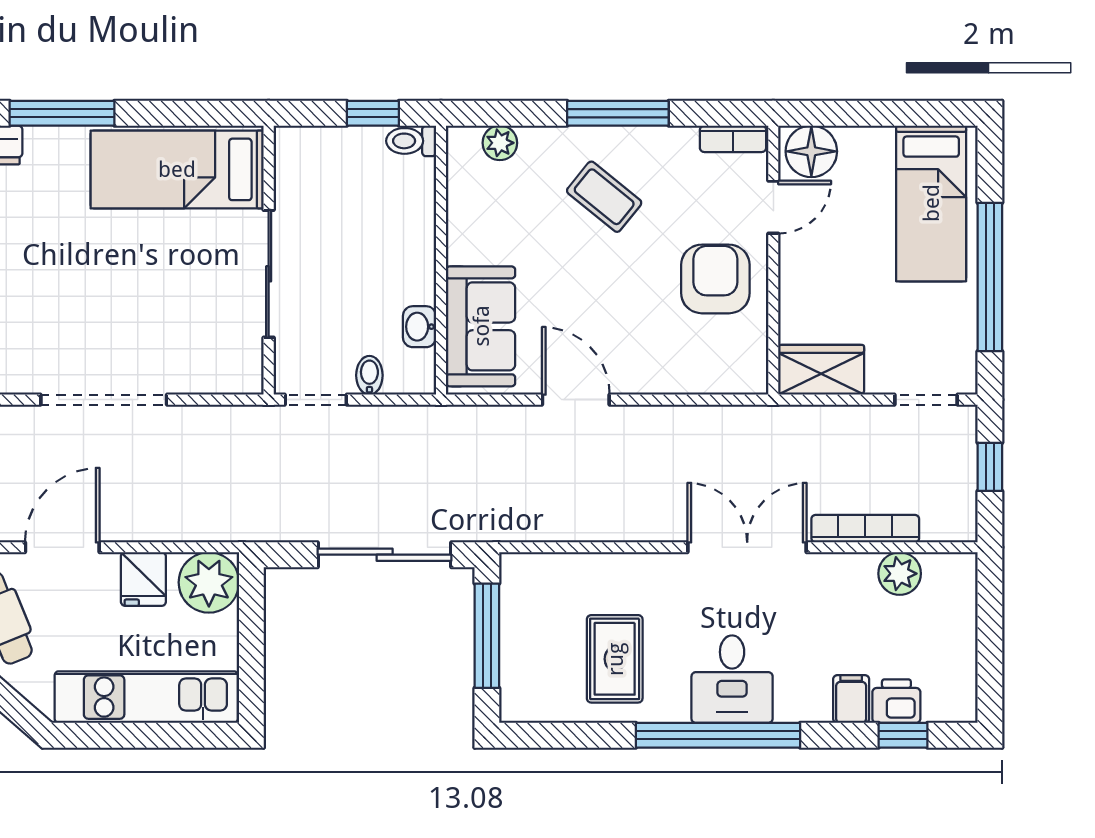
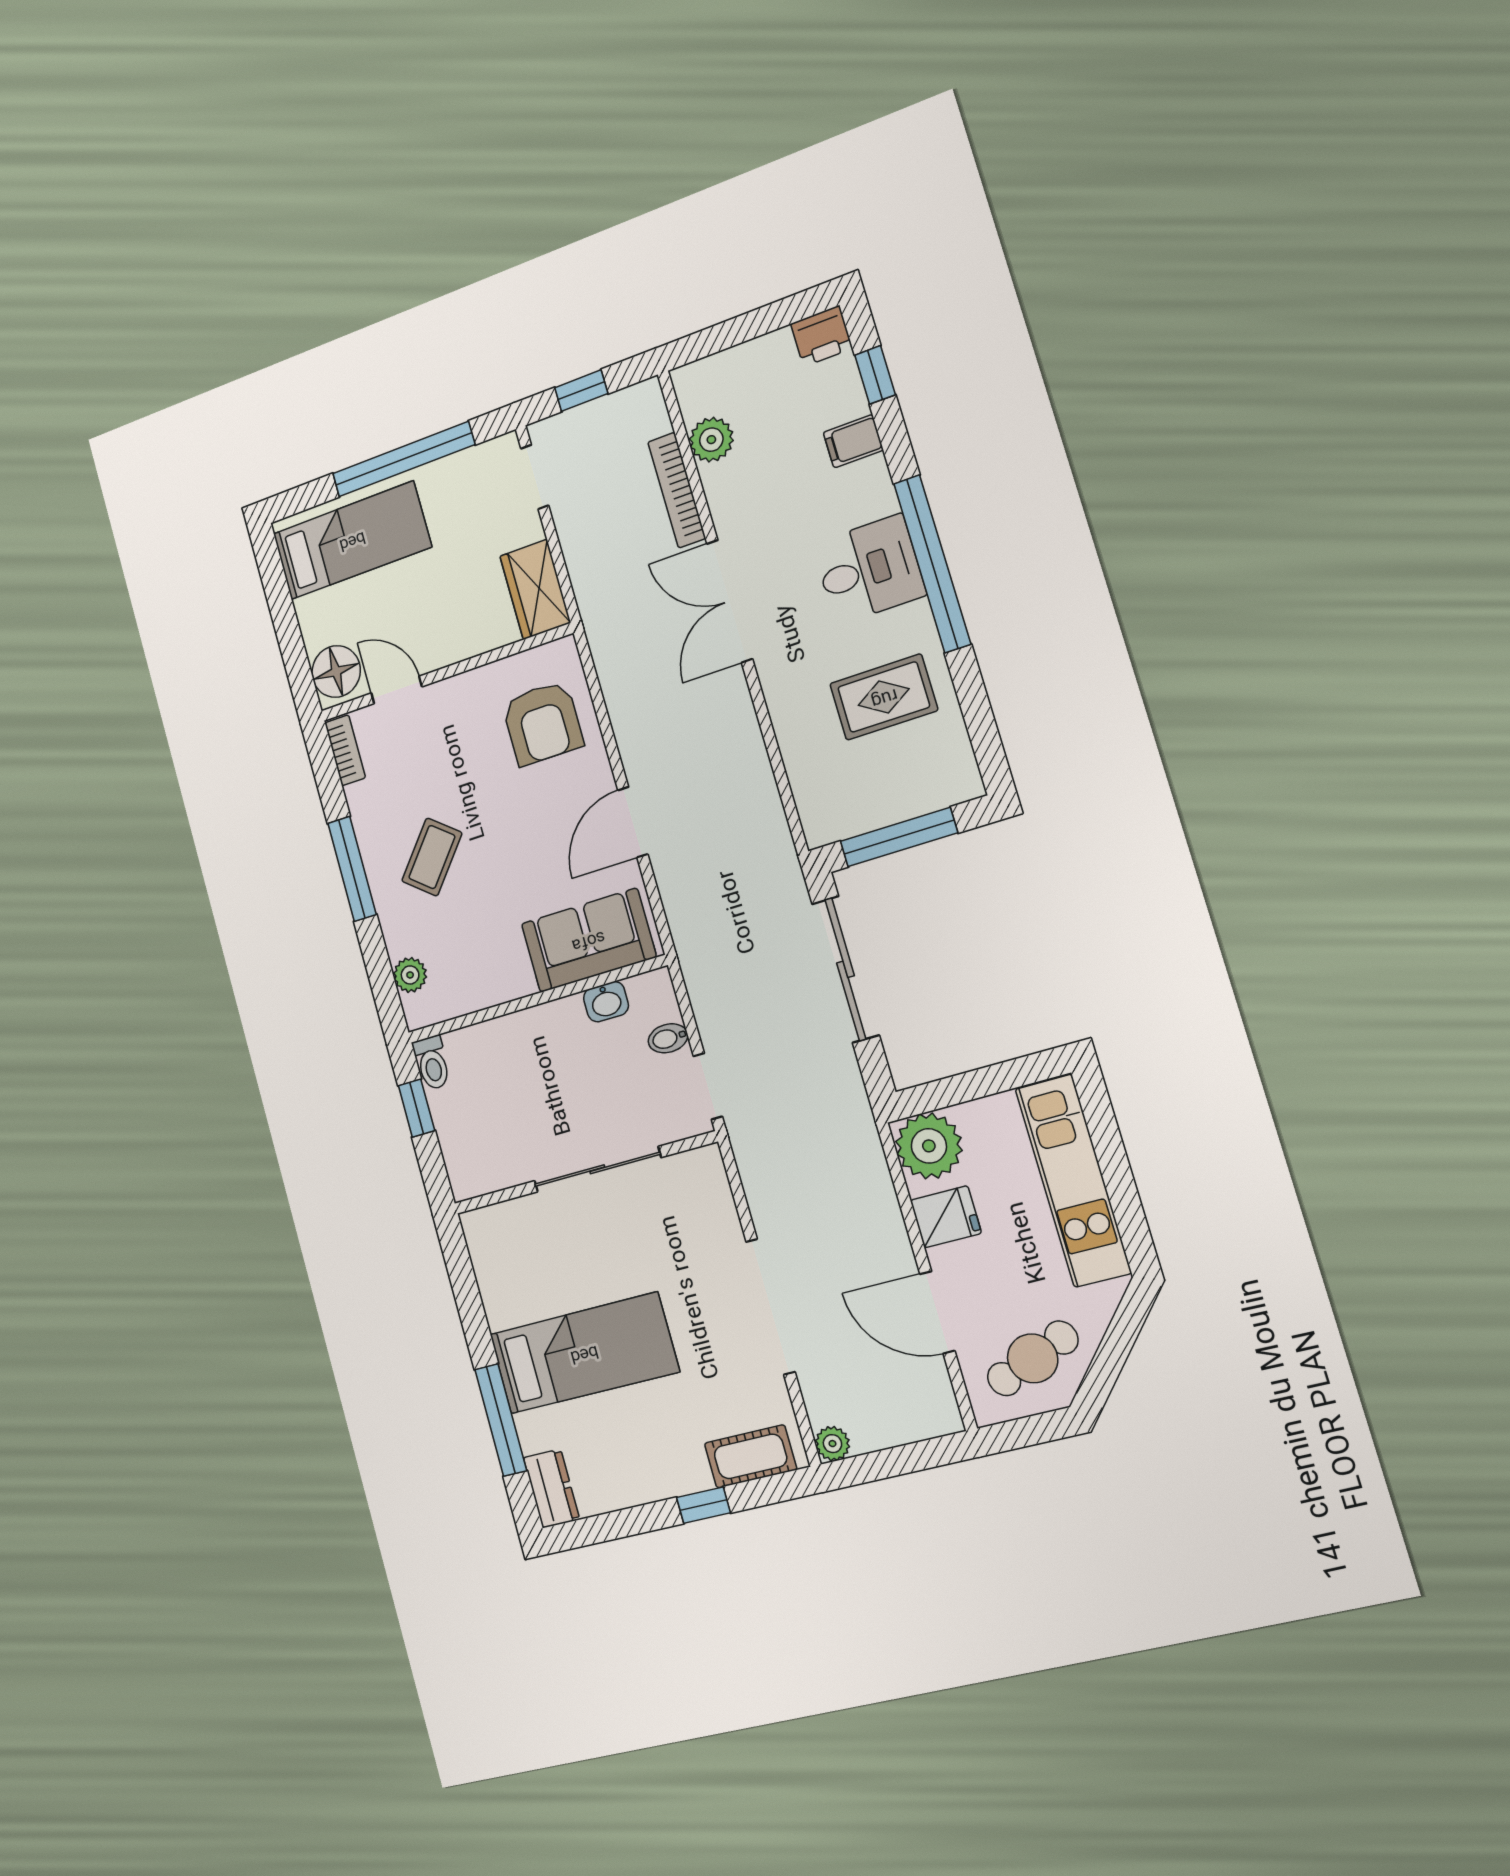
bed: (177, 169) -> (584, 1353), moved, turned -90
armchair: (715, 279) -> (542, 723), moved, turned -90
printer: (896, 701) -> (822, 336), moved, turned -90

